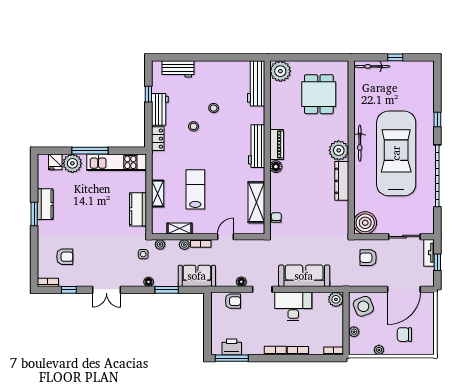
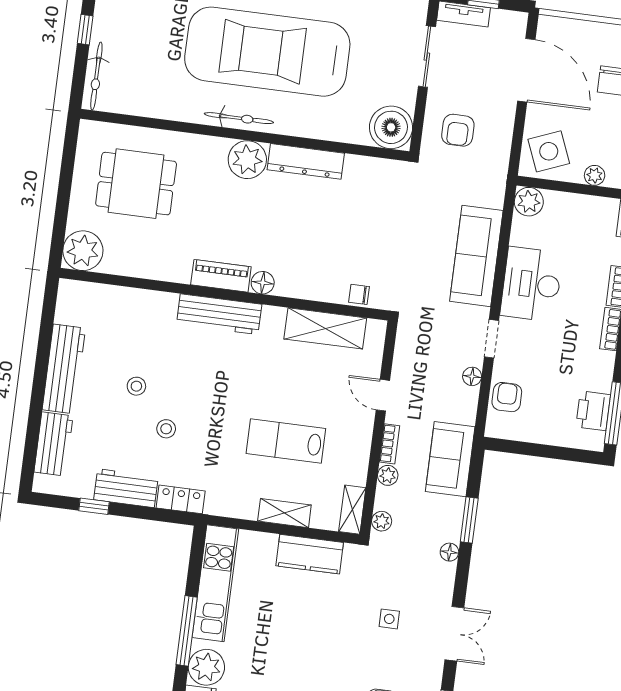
workbench: (256, 83) -> (64, 369), moved, turned -90
shelving: (180, 228) -> (352, 510), moved
side table: (143, 254) -> (389, 619), moved

